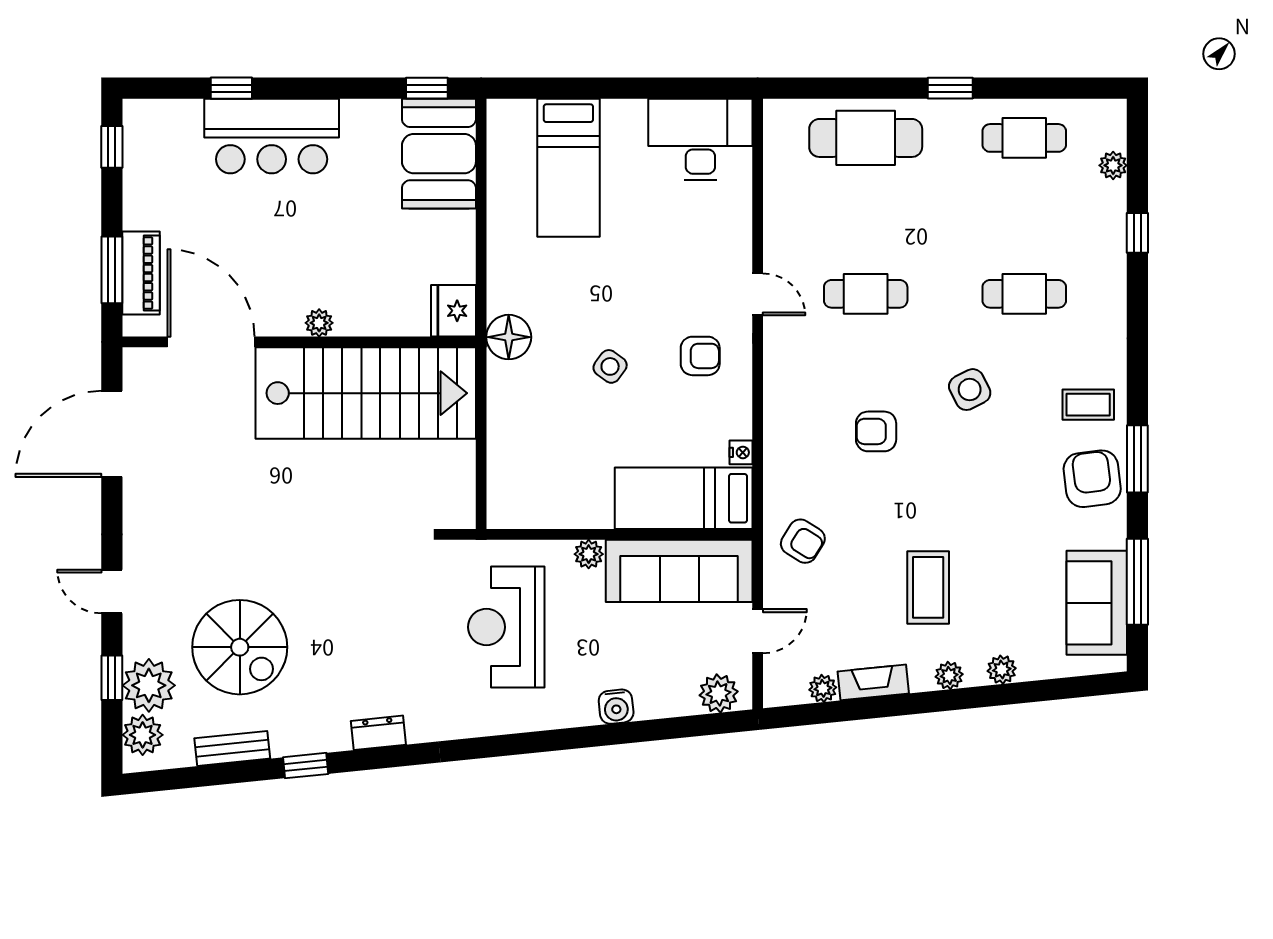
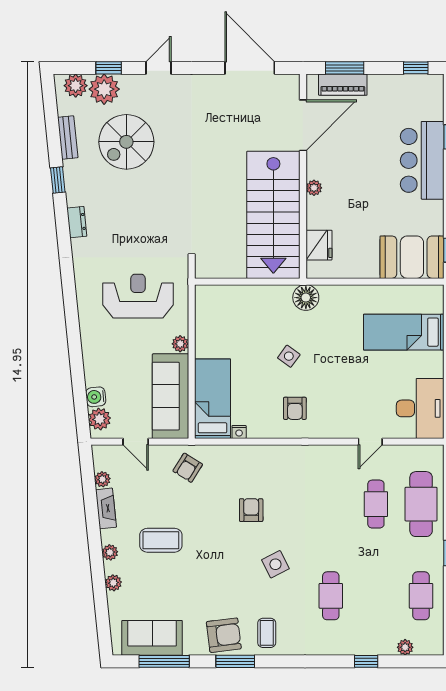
door: (758, 294) -> (370, 442), moved
cafe table: (866, 294) -> (376, 504), moved
fridge: (454, 311) -> (319, 245), moved, turned 90
water cooler: (616, 707) -> (96, 397), moved

